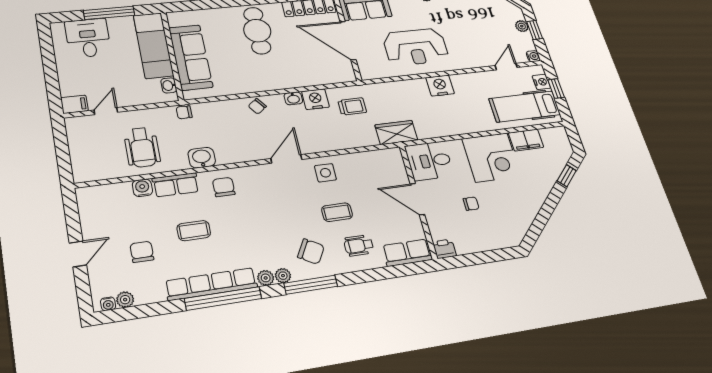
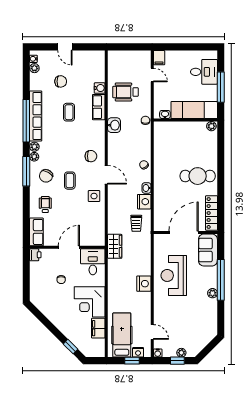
plant: (175, 20) -> (211, 126), added
sofa: (191, 57) -> (183, 131), removed
chair: (224, 187) -> (91, 156), moved
coffee table: (337, 212) -> (70, 181), moved

